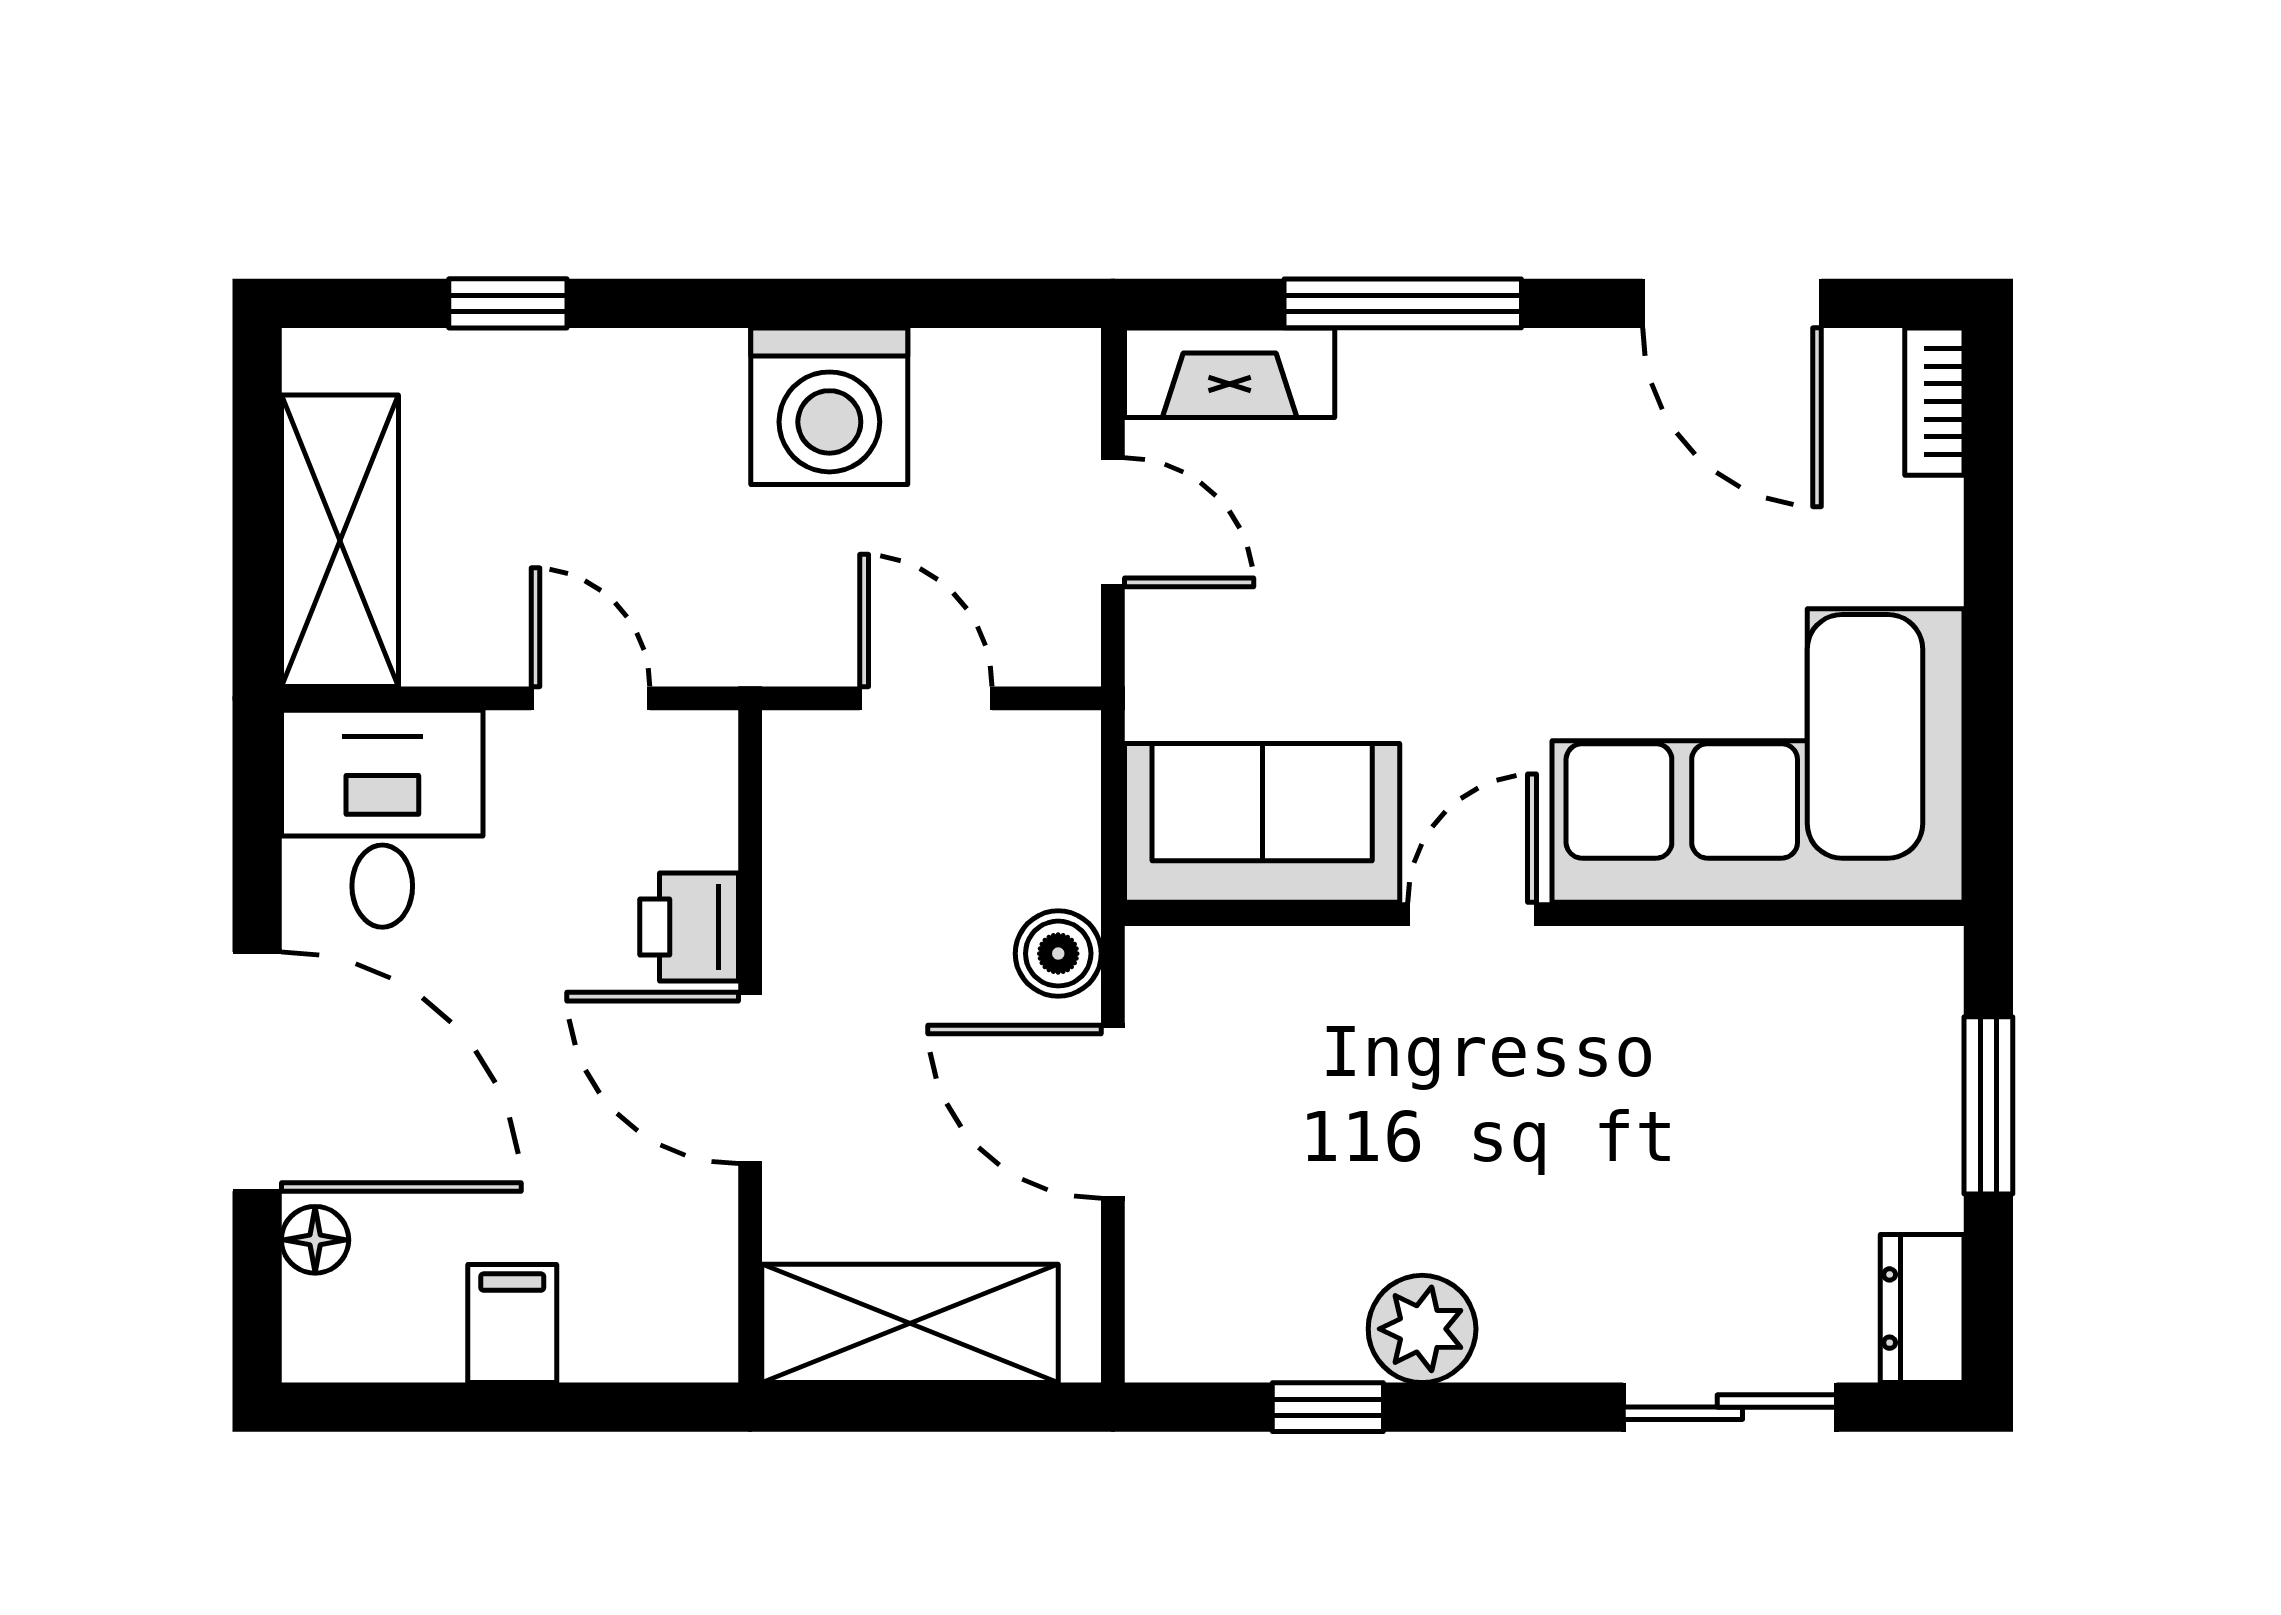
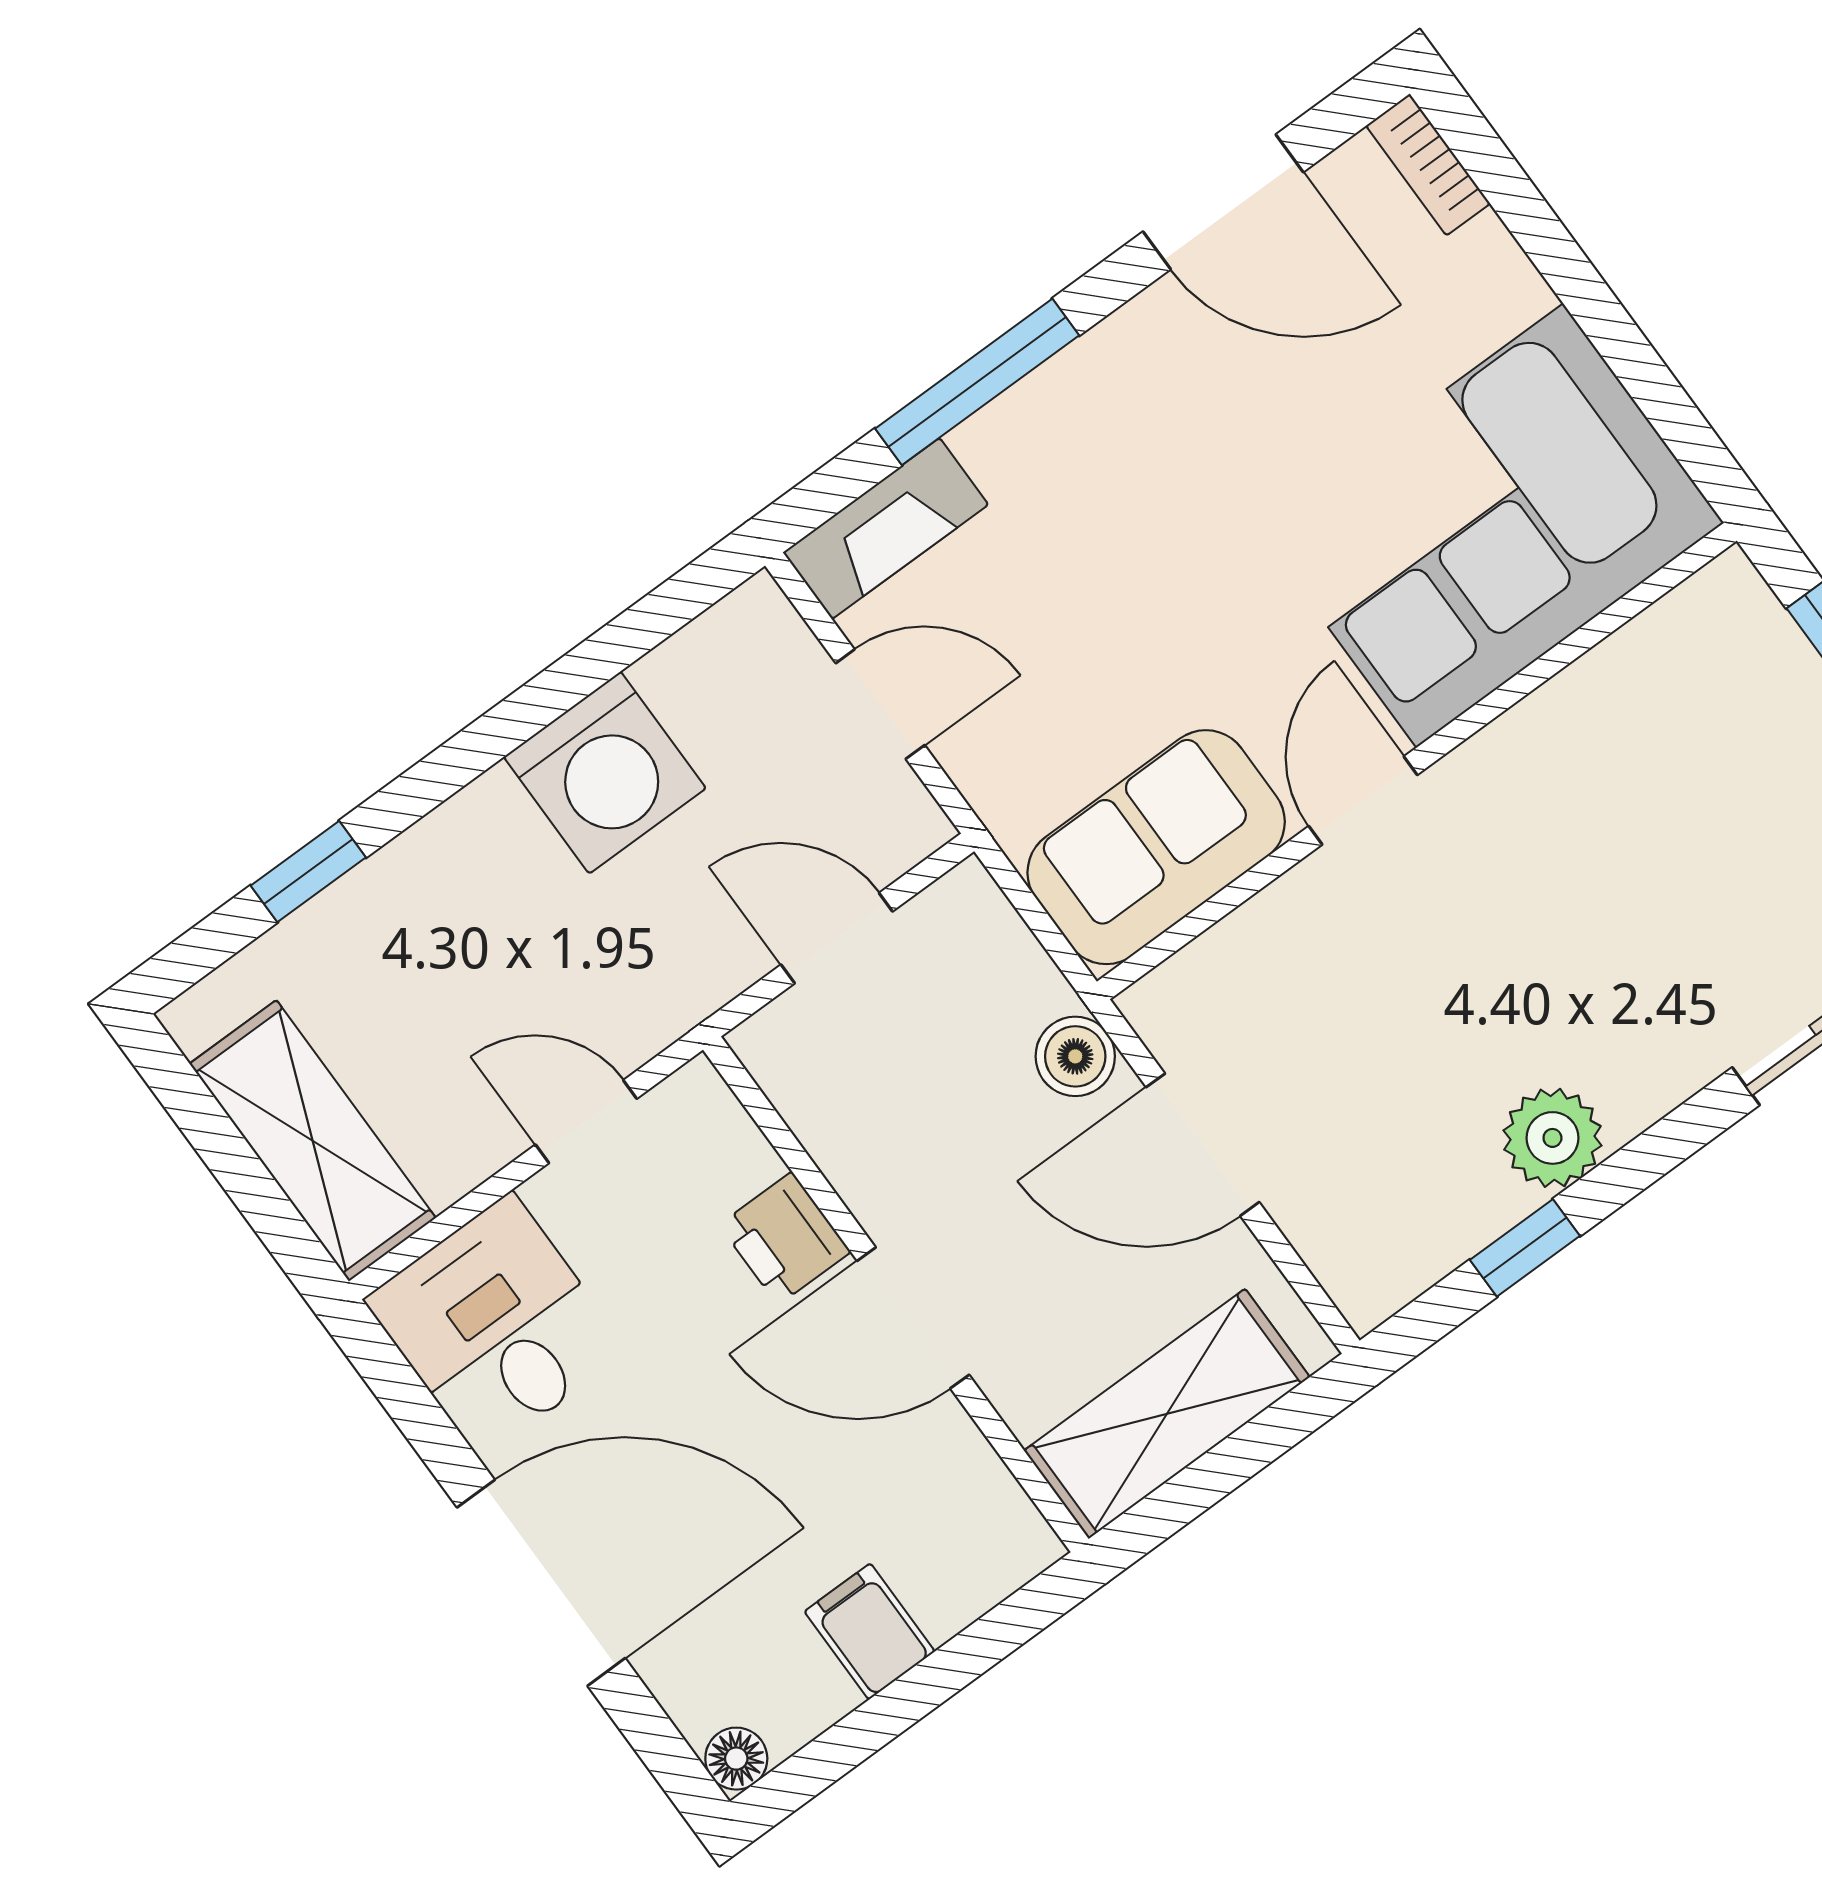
floor lamp: (315, 1240) -> (736, 1759), moved

